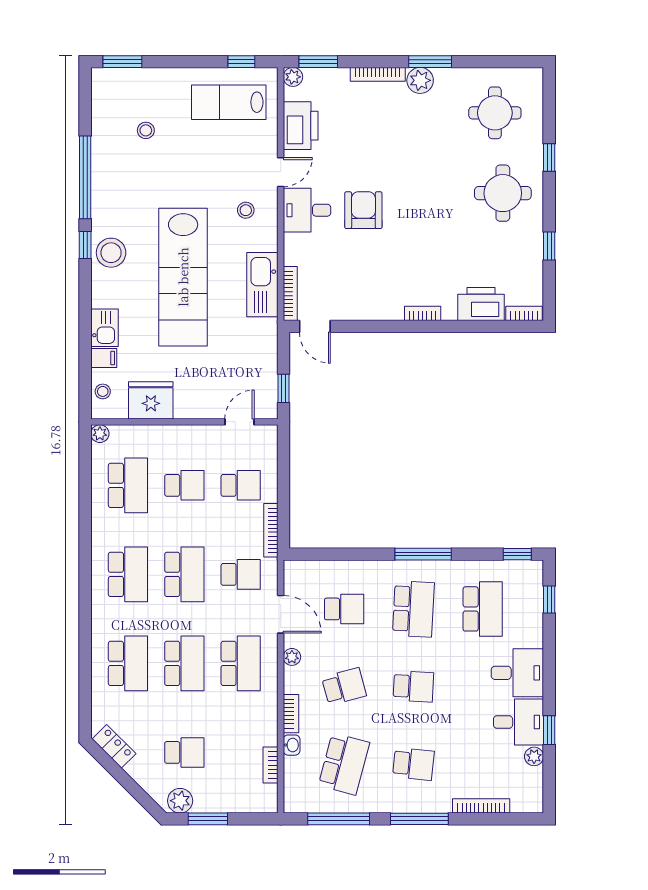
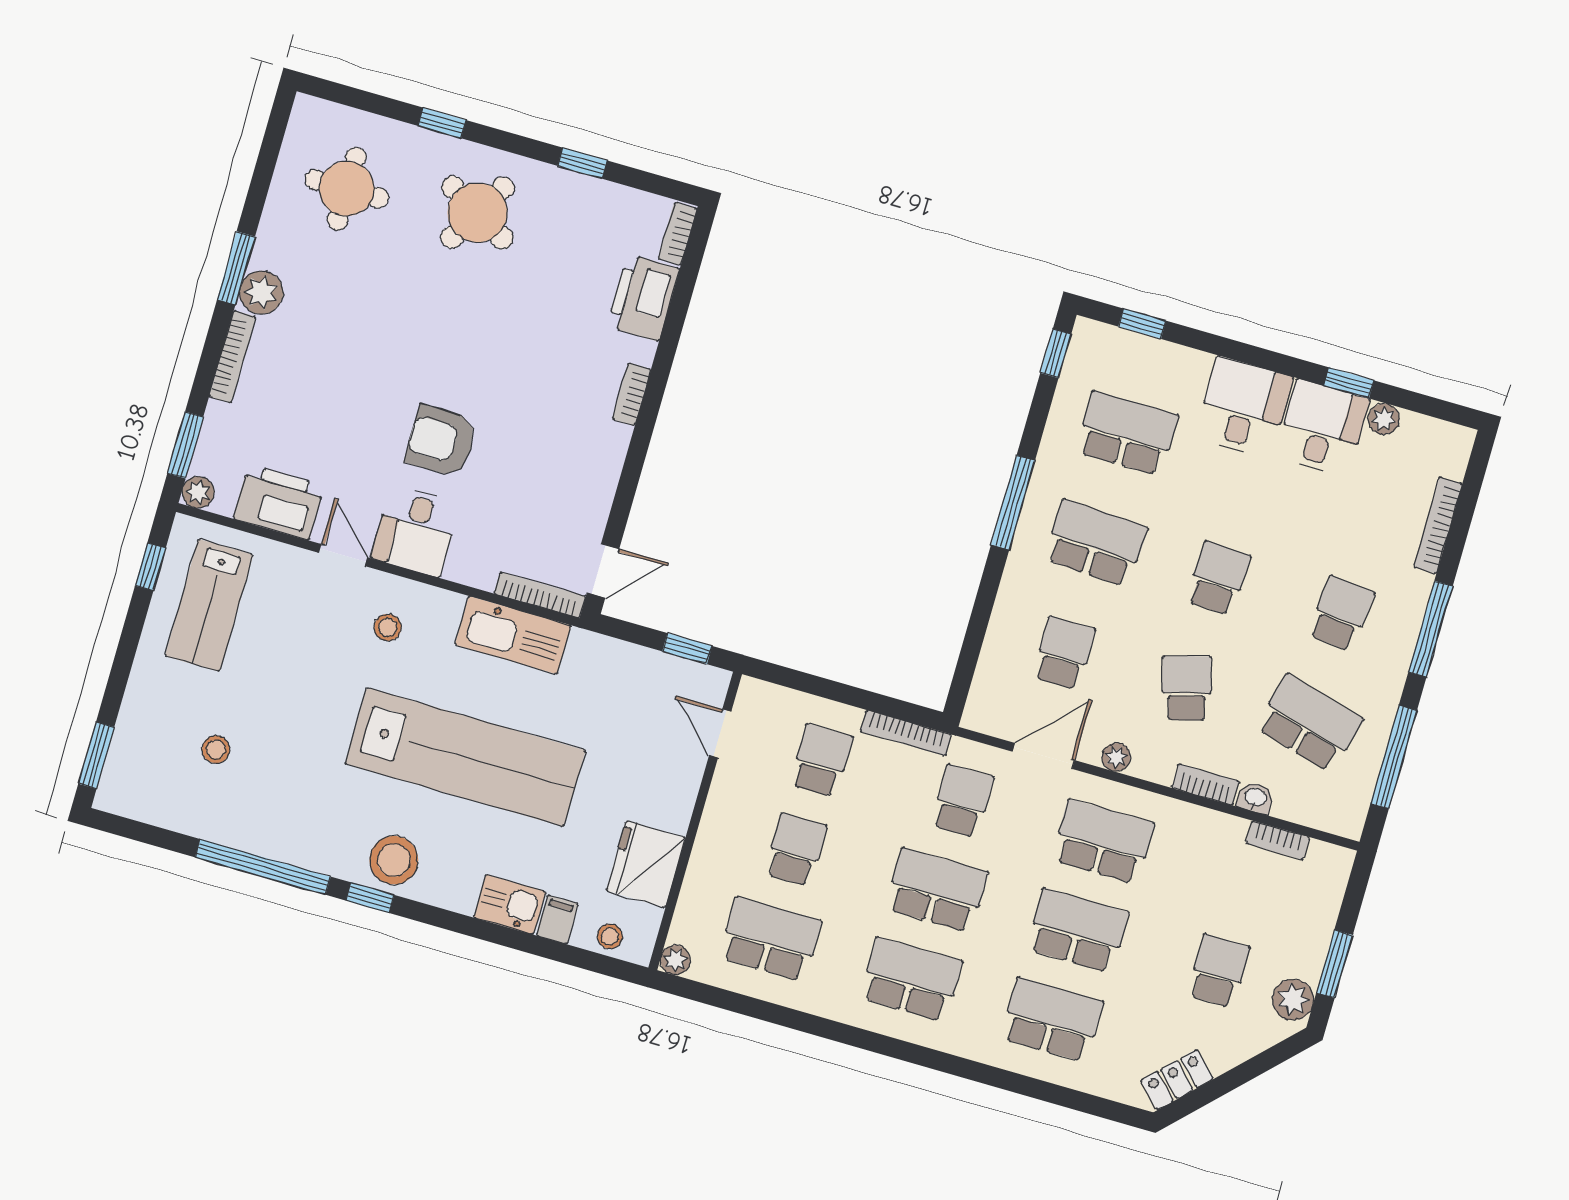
round table: (503, 193) -> (477, 213), turned 30

